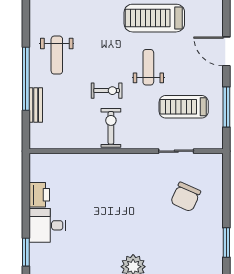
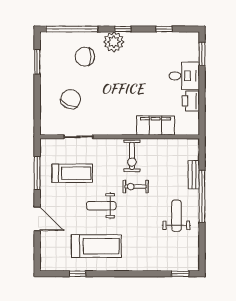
weight bench: (148, 67) -> (101, 206), turned 90
filing cabinet: (82, 165) -> (155, 126), added
chair: (168, 249) -> (85, 57), added

